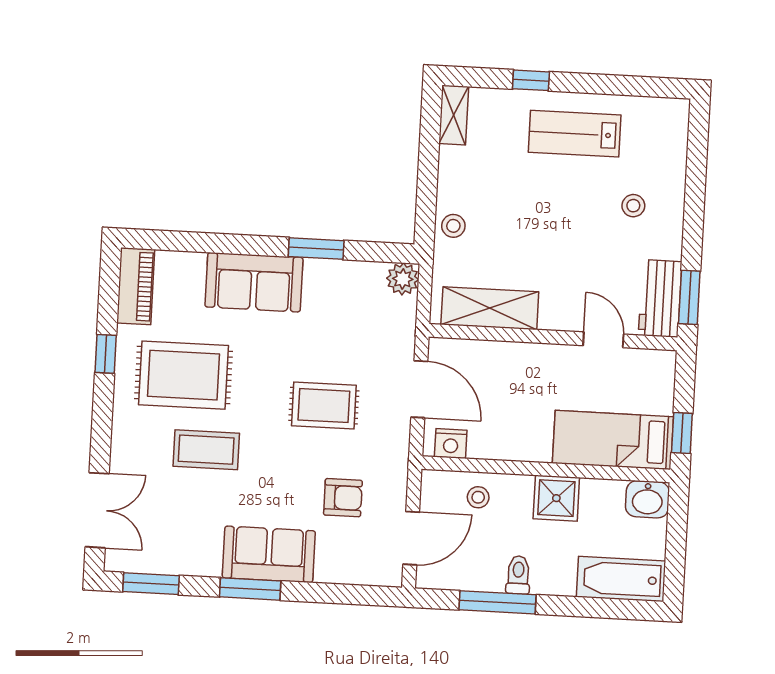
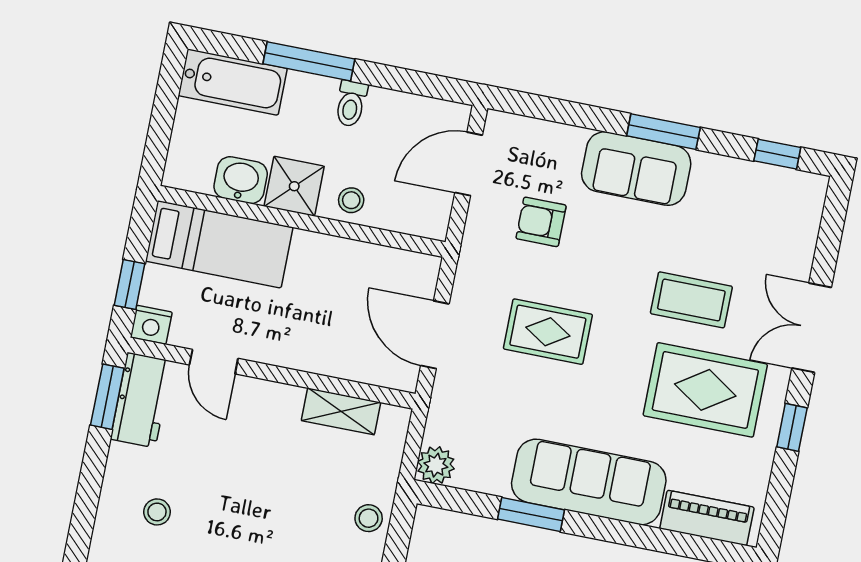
sofa: (254, 282) -> (589, 482), width x1.36
piano: (136, 286) -> (707, 518), moved, turned 90
shelving: (490, 308) -> (341, 411), width x0.67, depth x0.75
window: (682, 433) -> (130, 285), moved
nightstand: (451, 444) -> (151, 325), moved, turned 180
stool: (478, 497) -> (351, 200), moved
washbasin: (647, 499) -> (241, 180), moved
double door: (97, 510) -> (812, 328), moved
window: (151, 584) -> (777, 154), width x0.67
window: (498, 602) -> (309, 61), moved

